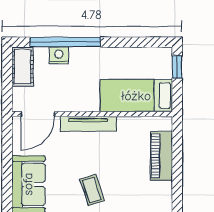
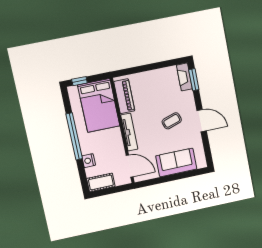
window: (65, 42) -> (74, 136), moved
bed: (136, 96) -> (99, 105), width x1.50
piano: (161, 156) -> (124, 96), moved, turned -90

